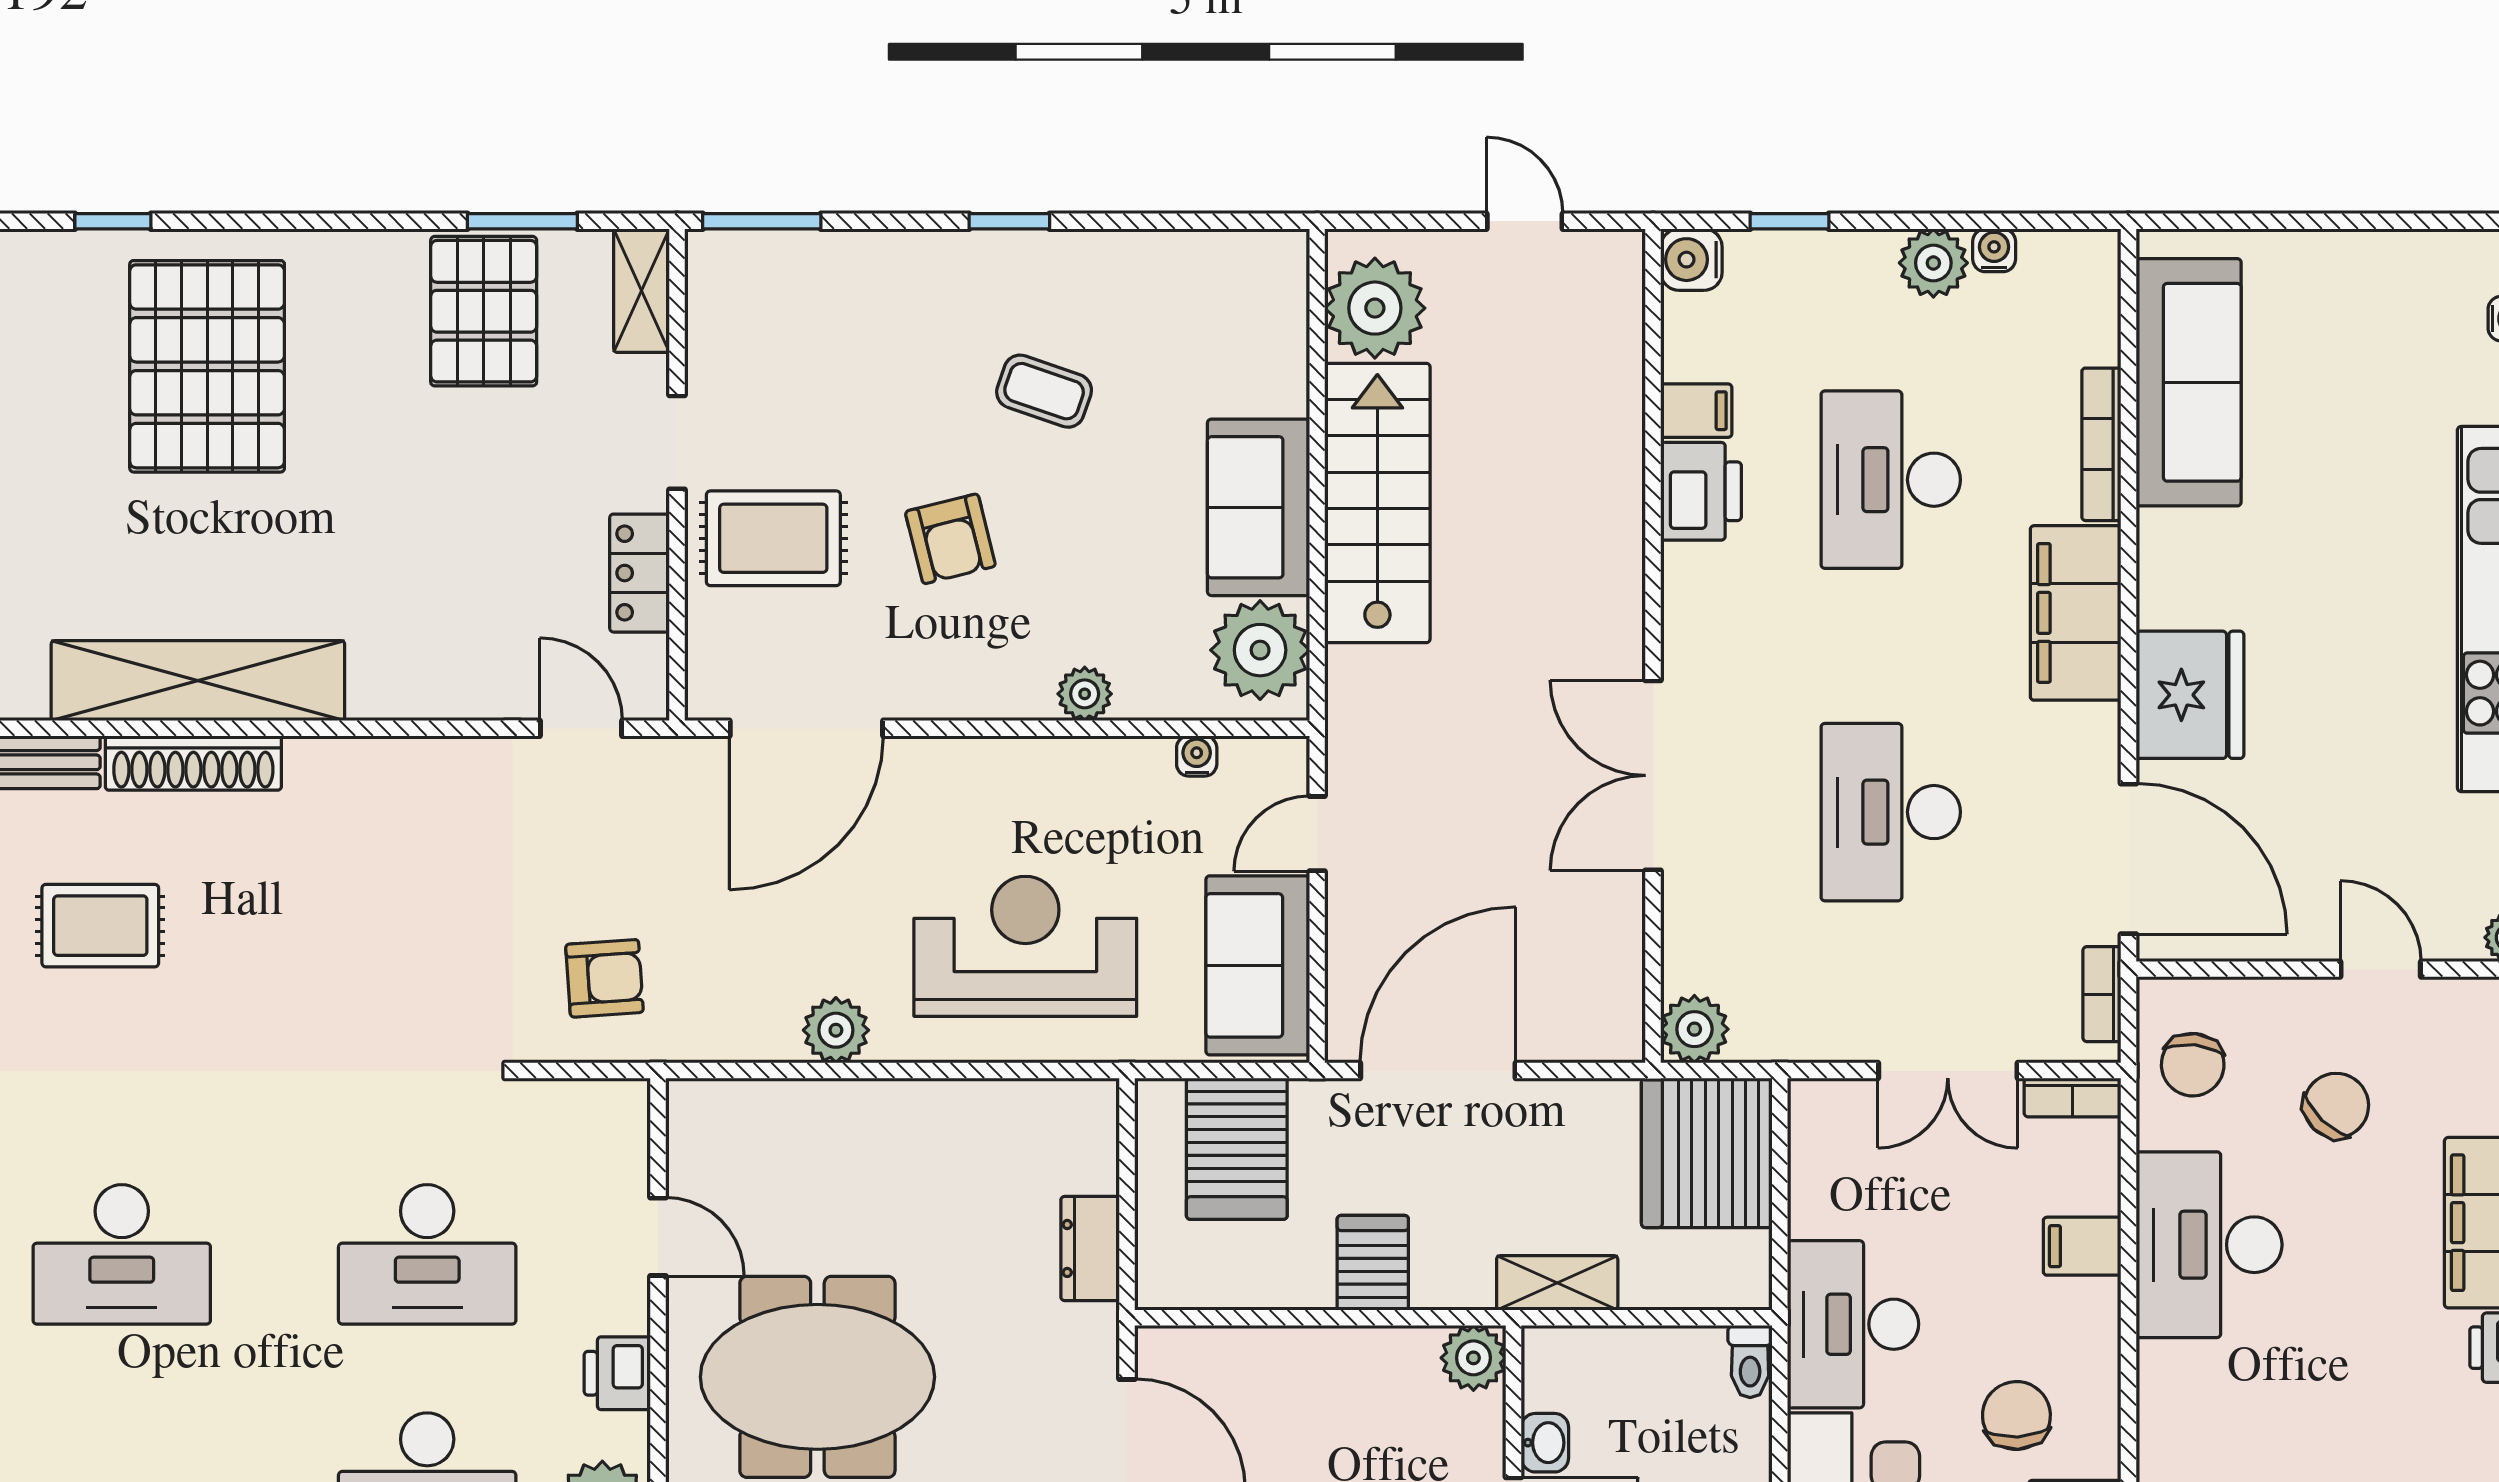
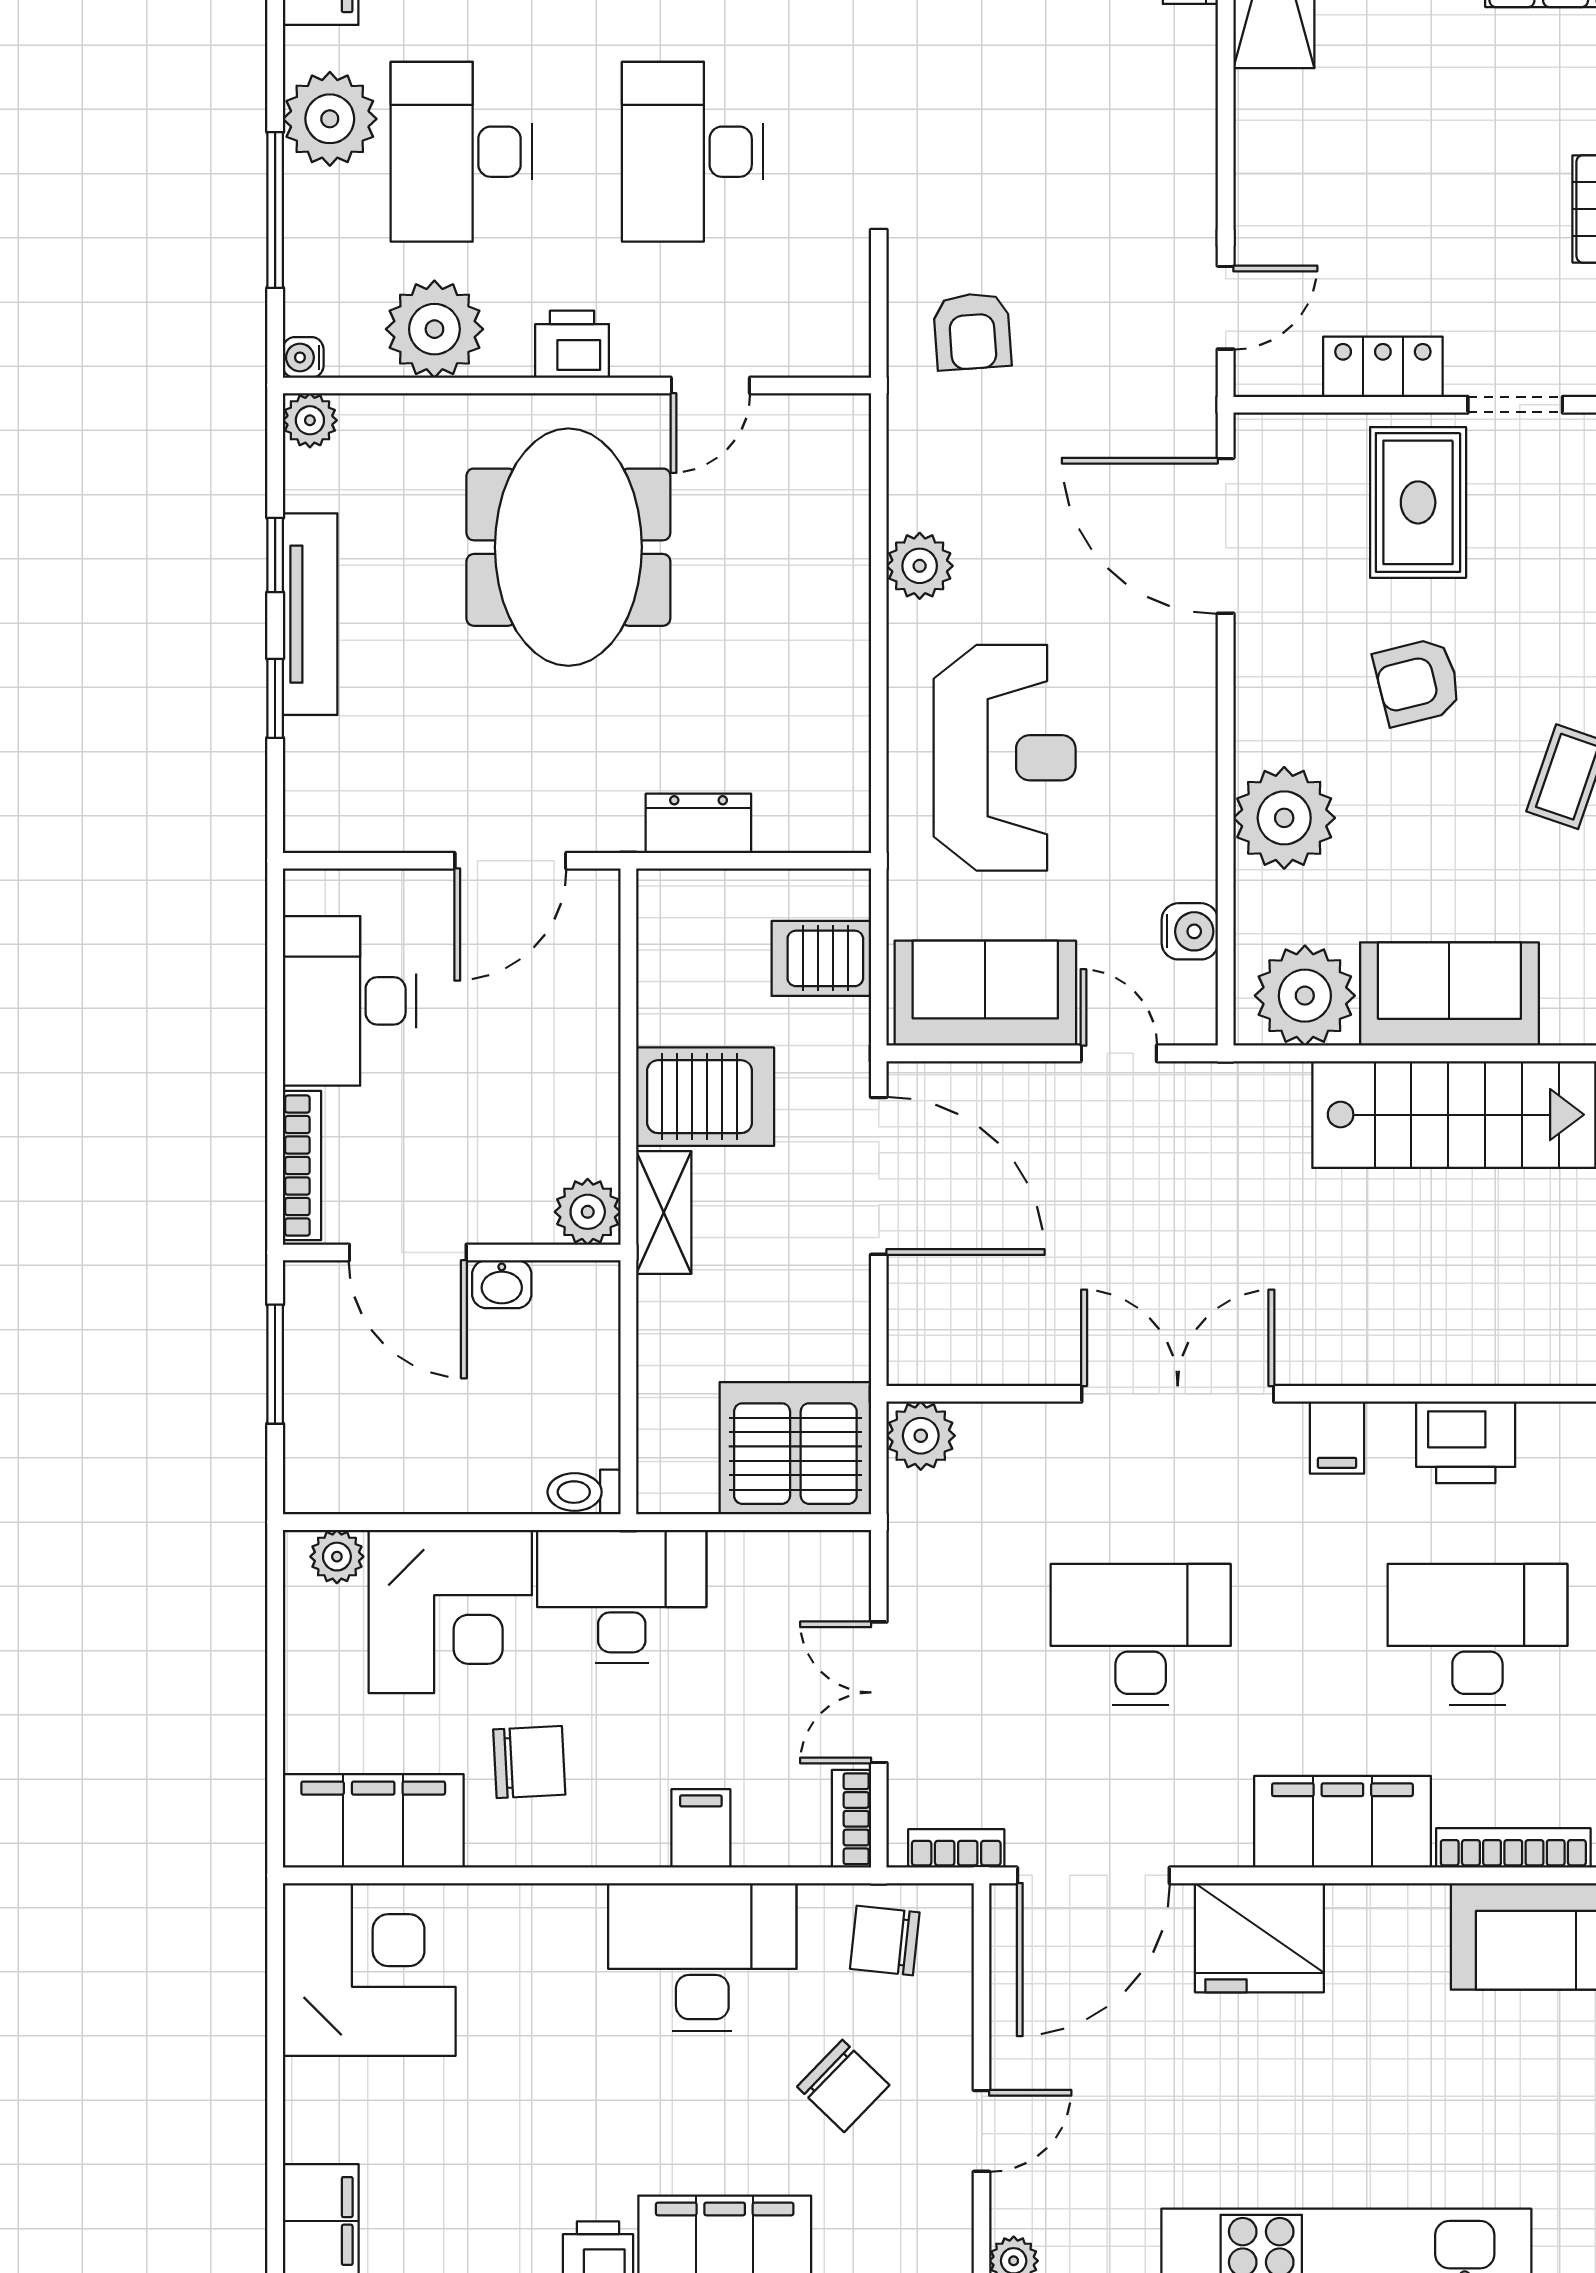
filing cabinet: (1696, 411) -> (1337, 1438), moved
plant: (1085, 694) -> (1284, 818), width x1.88, depth x1.88
water cooler: (1197, 756) -> (1190, 931), width x1.38, depth x1.38
server rack: (1237, 1149) -> (821, 958), width x0.73, depth x0.70
server rack: (1373, 1263) -> (705, 1097), width x1.36, depth x1.44
shelving: (1557, 1283) -> (664, 1213), moved

